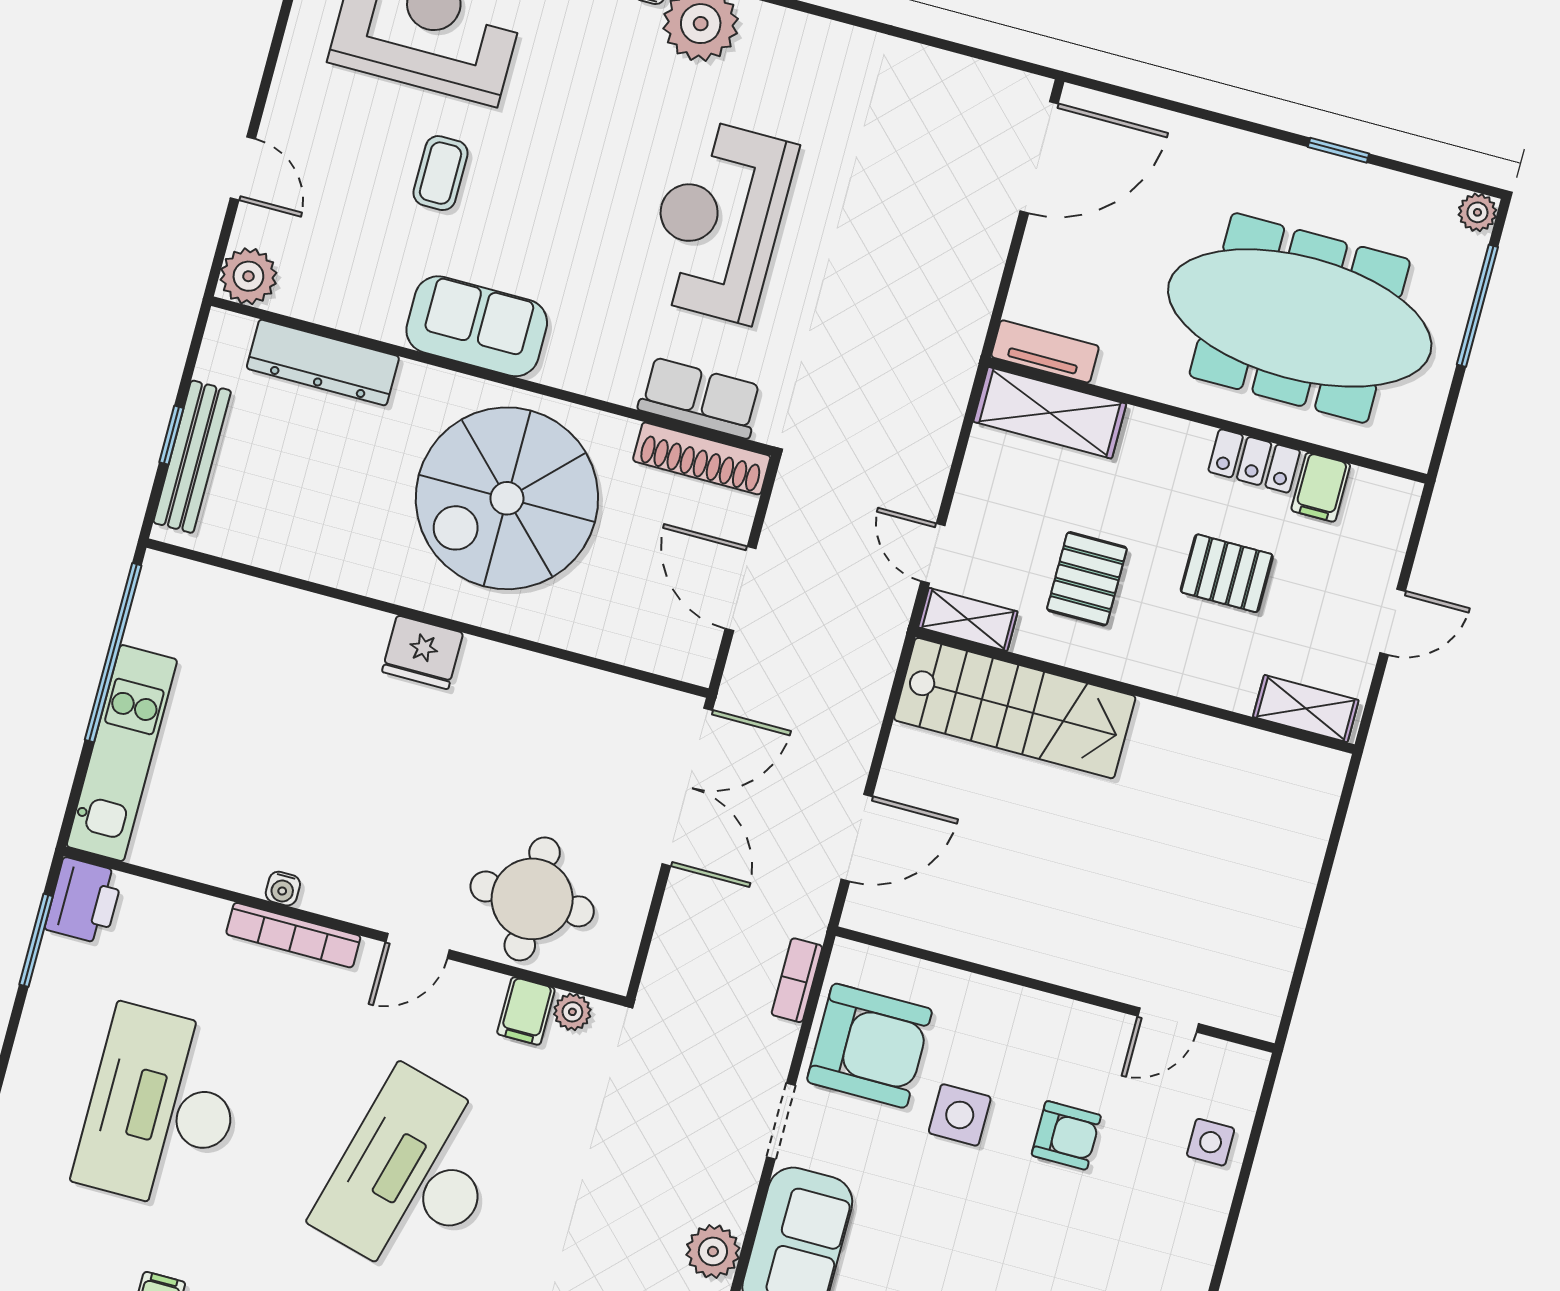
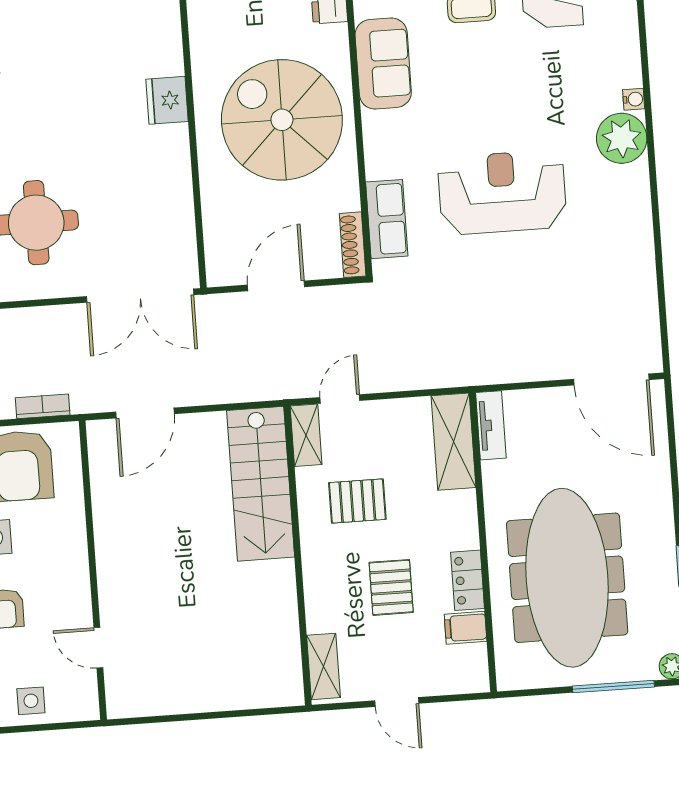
shoe rack: (702, 458) -> (353, 245), width x0.74, depth x0.81
door: (857, 838) -> (145, 413), hinge flipped

